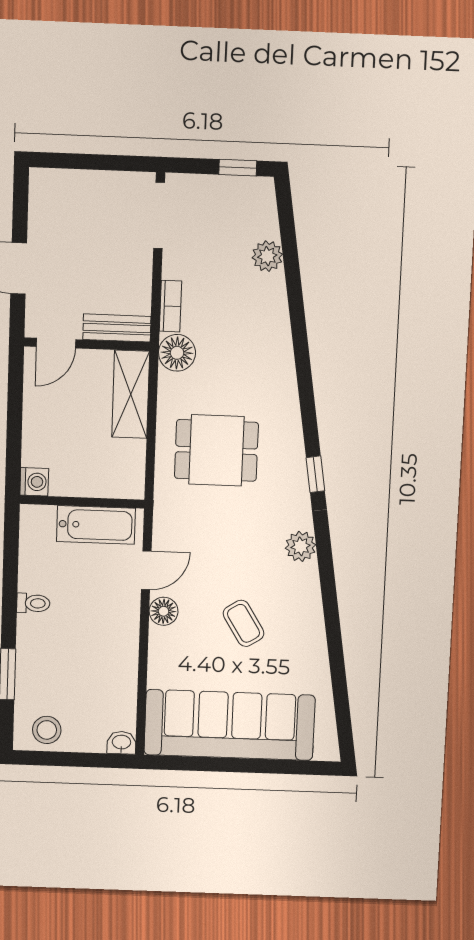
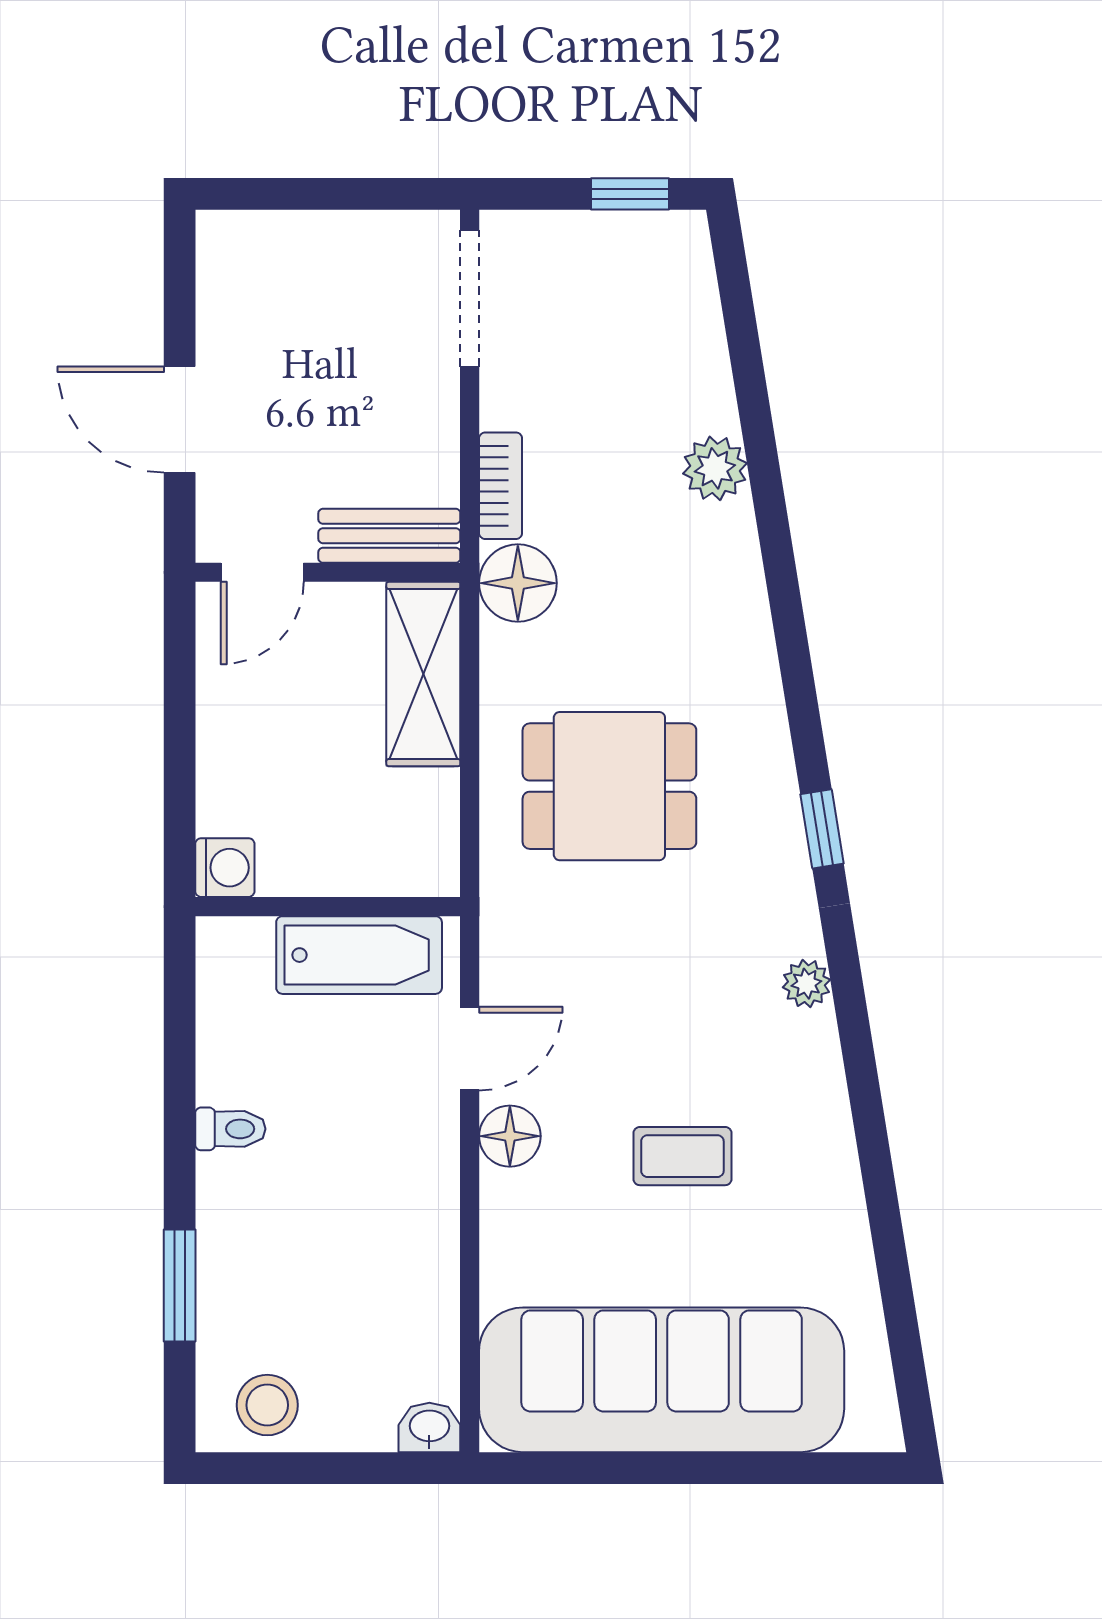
plant: (267, 256) -> (715, 468), moved
plant: (301, 546) -> (806, 984), width x0.73, depth x0.73
coffee table: (243, 623) -> (682, 1156), turned -58

